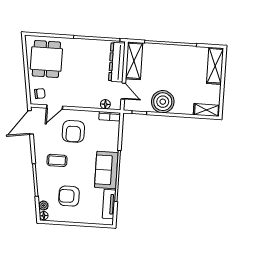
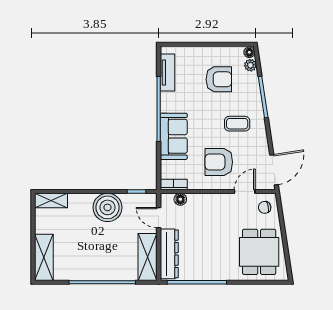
armchair: (73, 131) -> (219, 162), turned -90
sofa: (106, 170) -> (174, 136), moved

